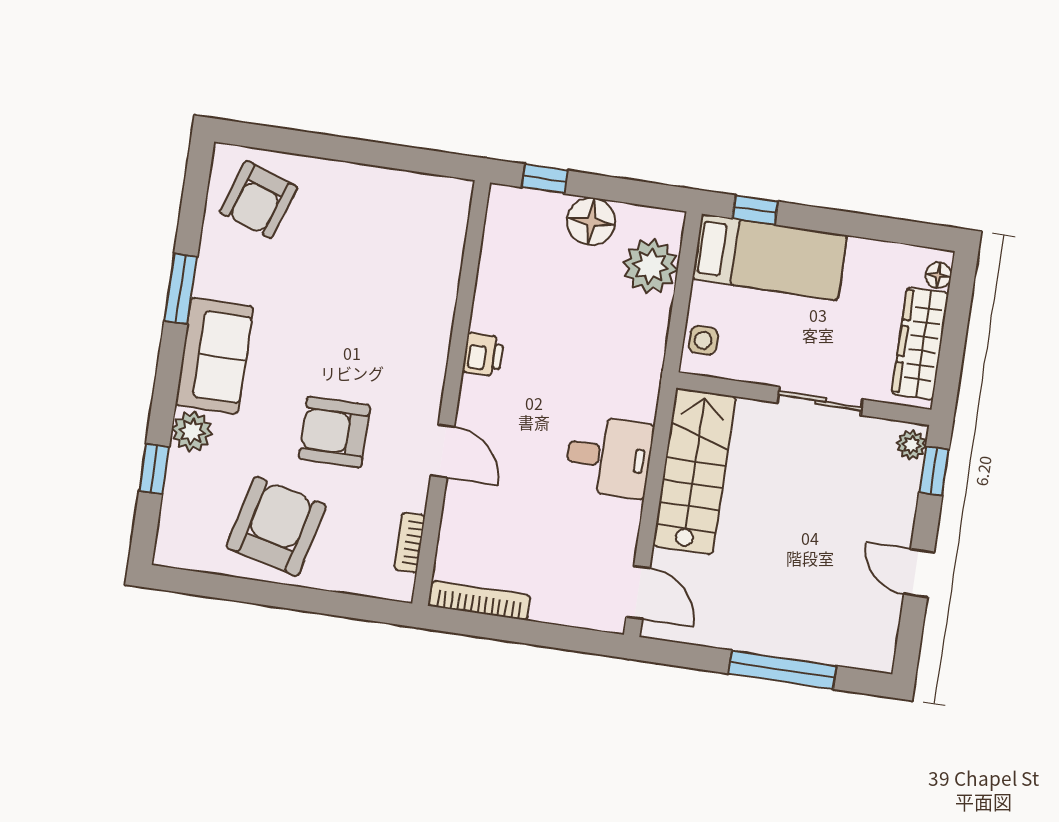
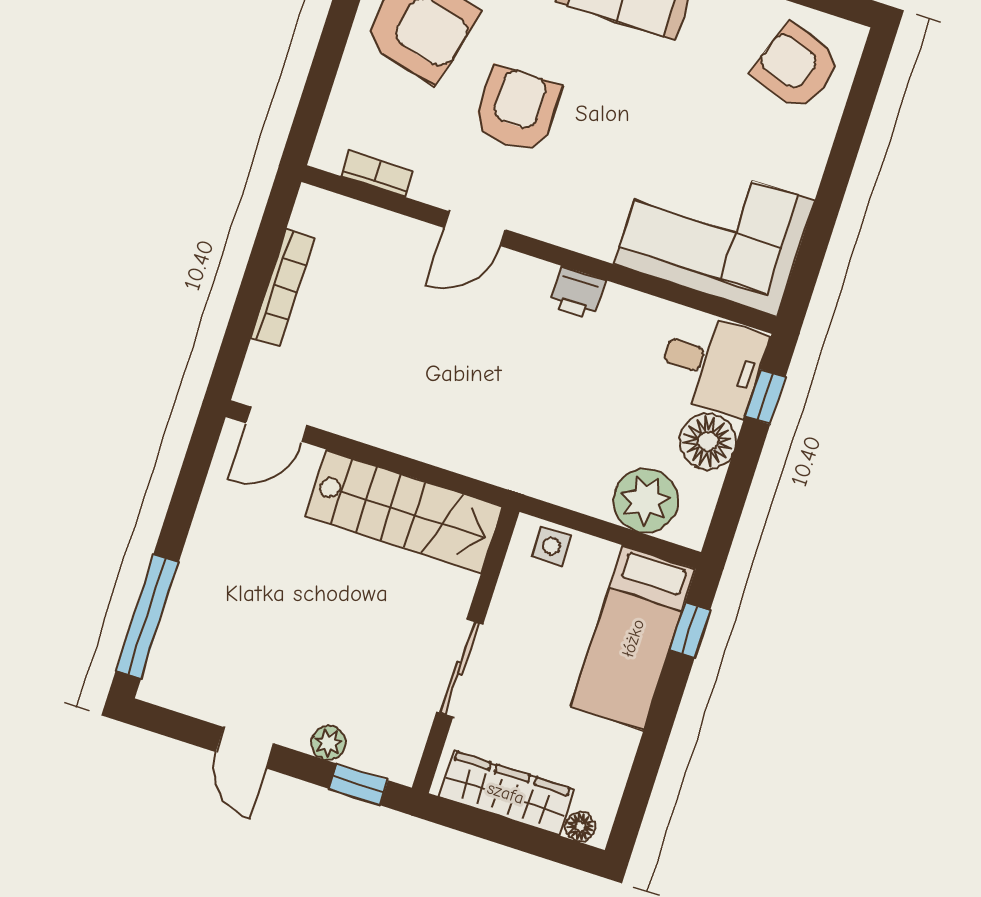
corner sofa: (412, 246) -> (714, 232), added
plant: (911, 445) -> (328, 743), moved
desk: (609, 457) -> (712, 364), moved, turned -90
door: (919, 573) -> (245, 748), swing flipped
bookcase: (479, 601) -> (283, 288), moved
window: (782, 670) -> (147, 616), moved

